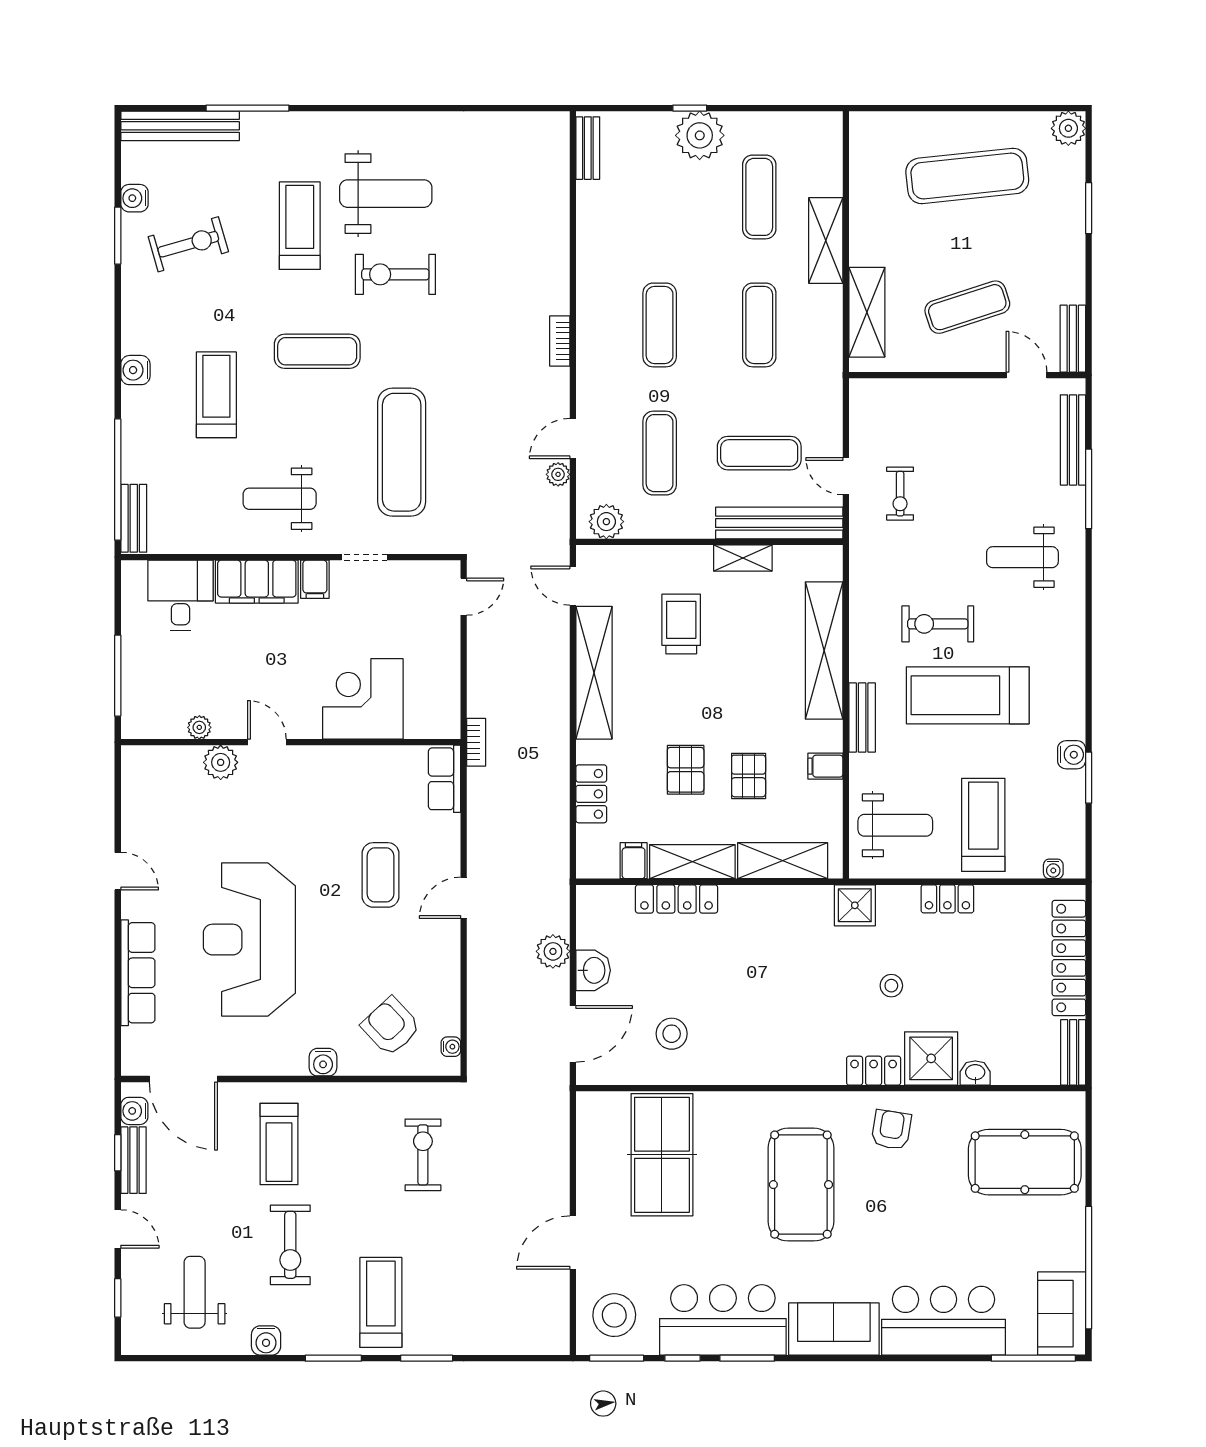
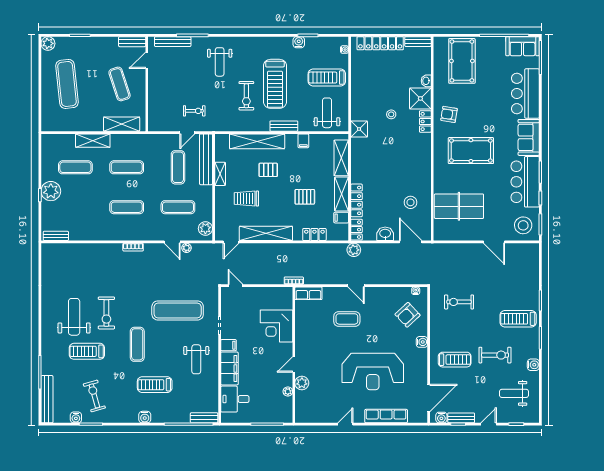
pallet: (749, 776) -> (268, 170), moved
locker: (947, 899) -> (356, 230), moved
plant: (553, 951) -> (354, 250), moved

